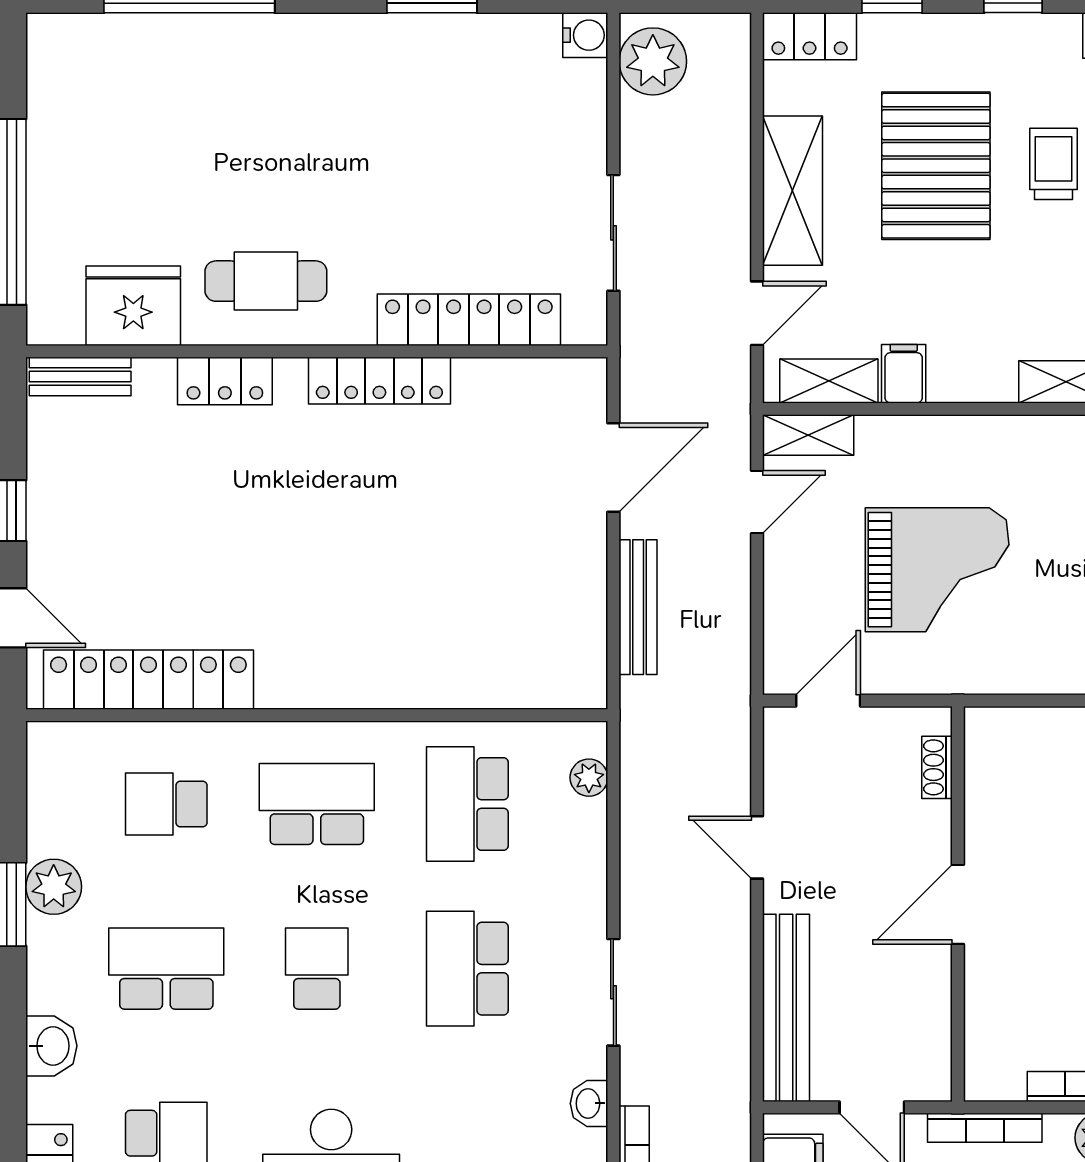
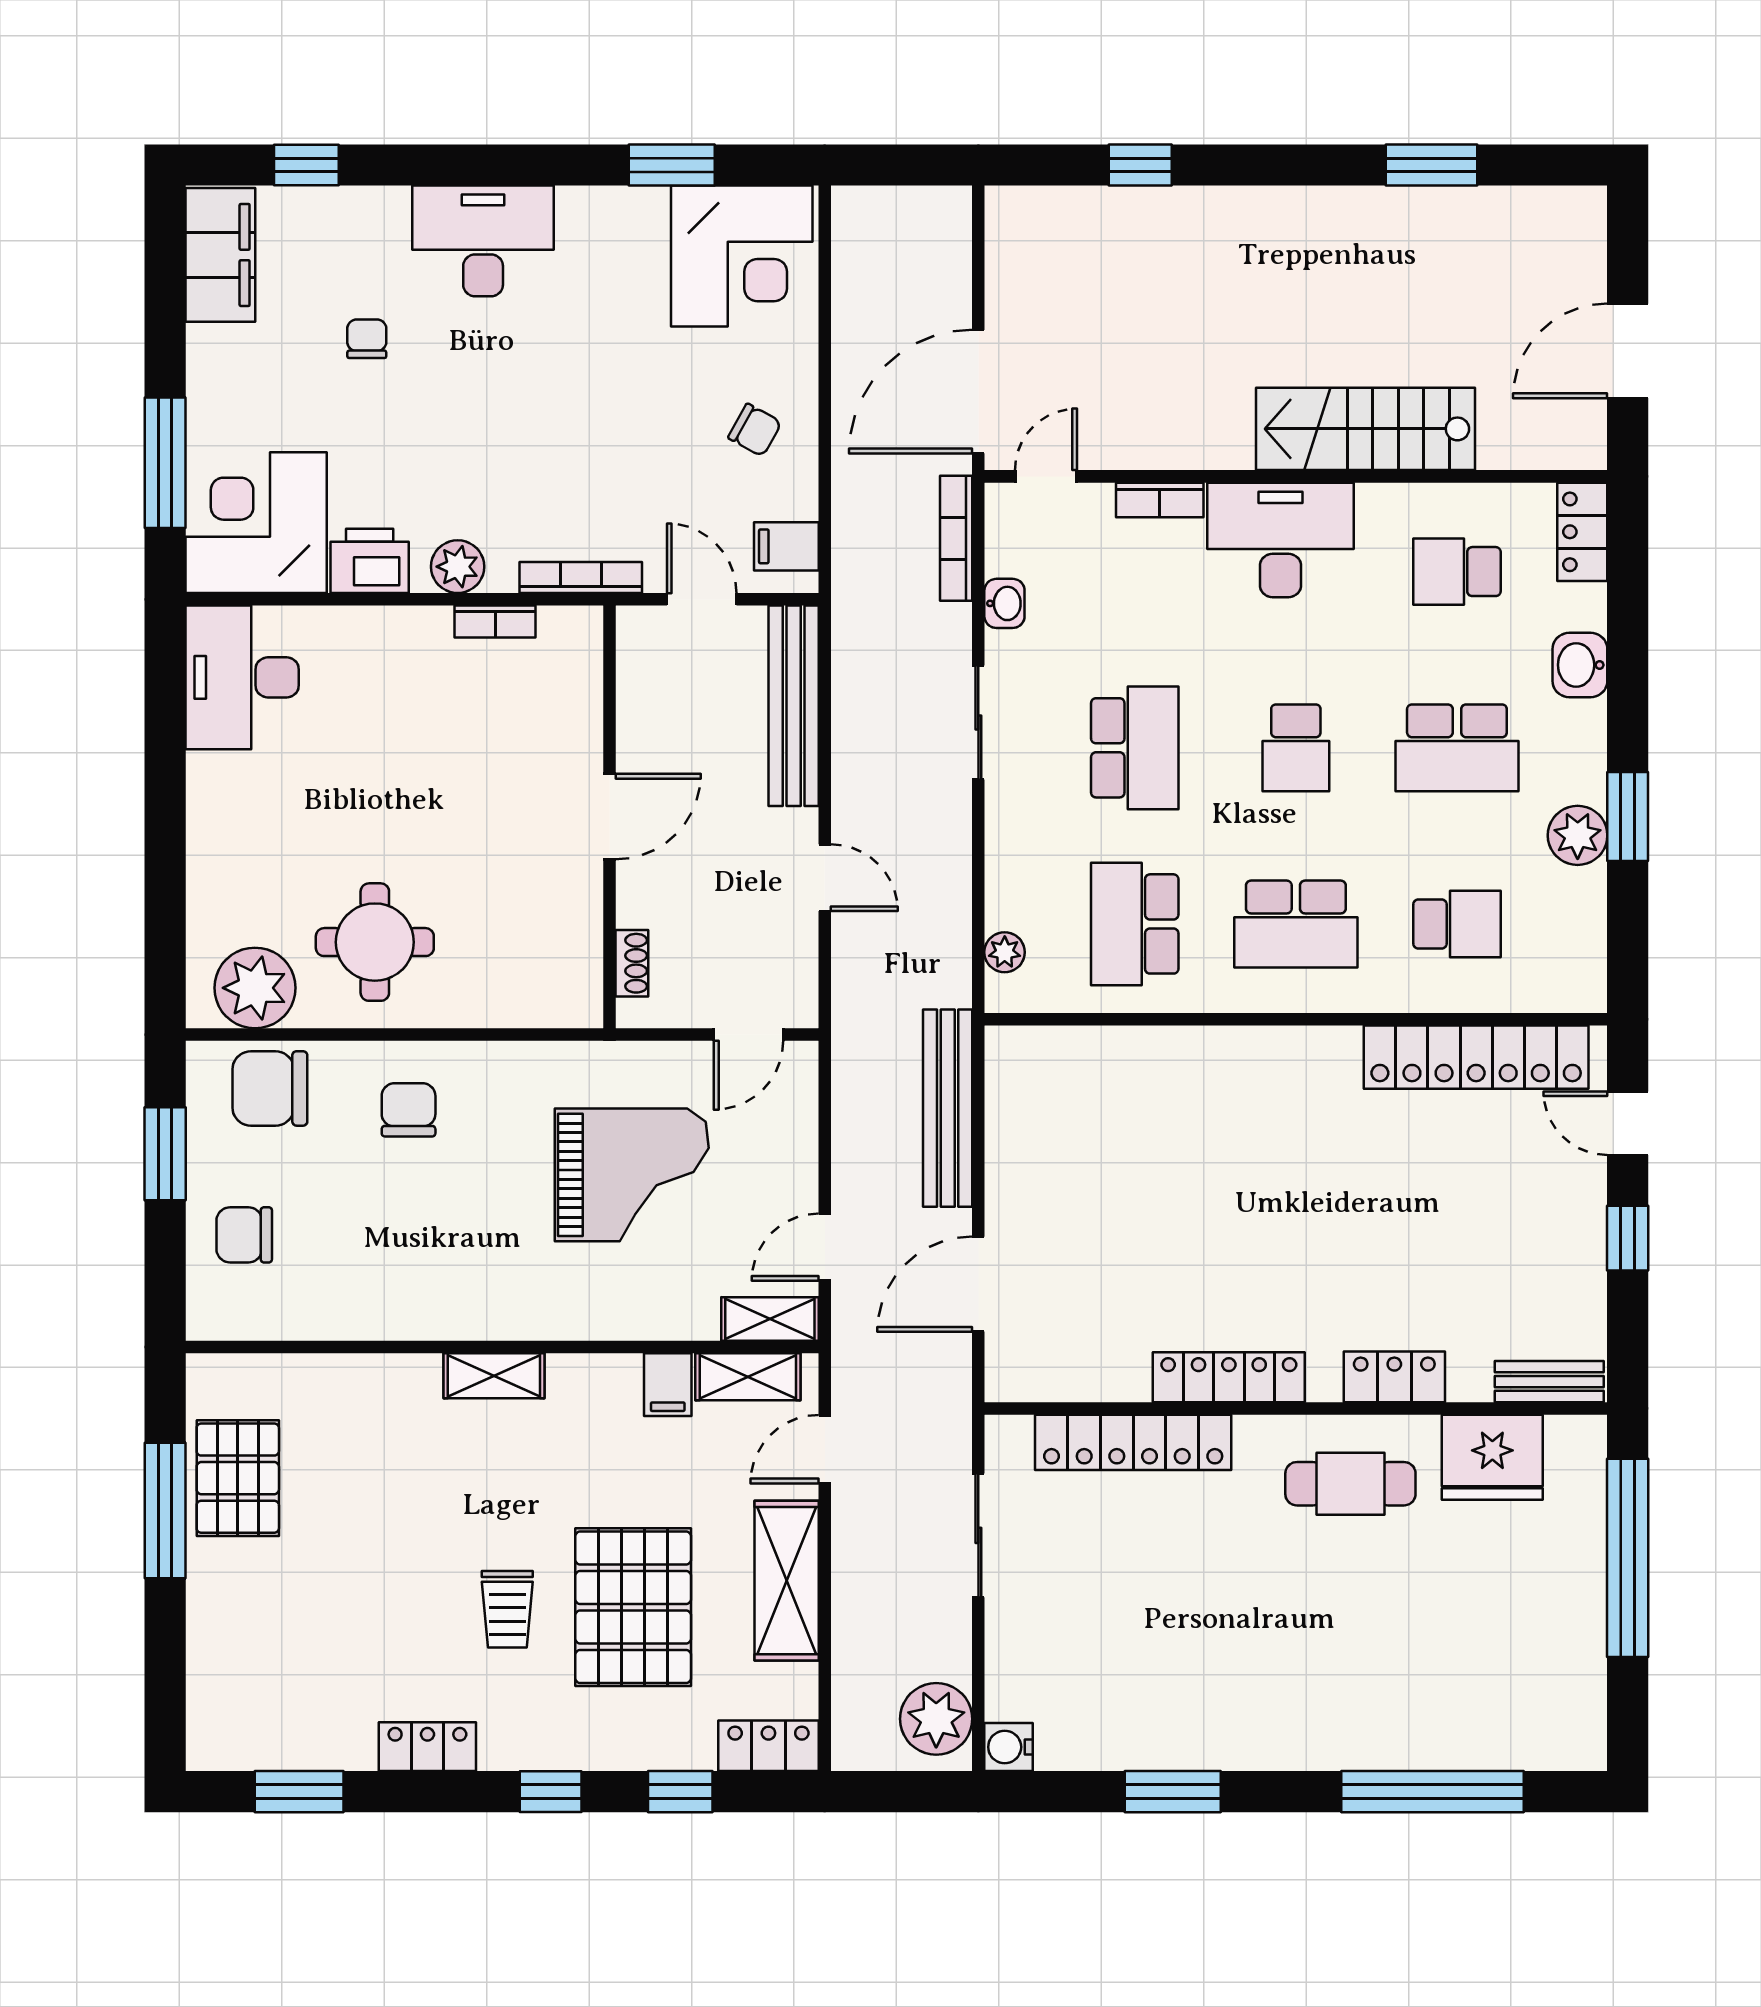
grand piano: (937, 570) -> (632, 1175), turned 180
bench: (638, 607) -> (948, 1108), width x1.37, depth x1.21
school desk: (467, 804) -> (1135, 924), turned 180

